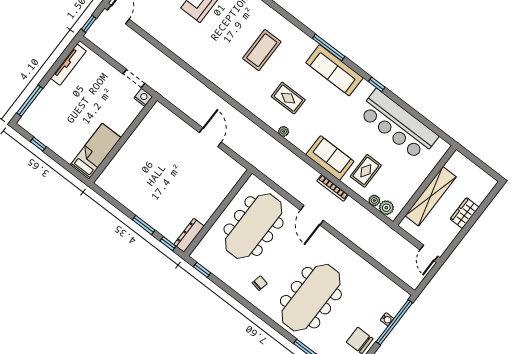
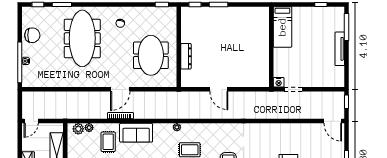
tv unit: (68, 65) -> (340, 49), moved
door: (312, 215) -> (120, 89), swing flipped
meeting table: (254, 226) -> (151, 55), width x0.73
dresser: (189, 235) -> (186, 56), moved
door: (429, 253) -> (31, 121), swing flipped

